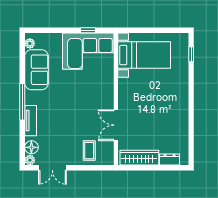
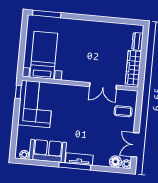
window: (88, 30) -> (18, 92), moved
window: (191, 54) -> (47, 14), width x2.17
tv unit: (31, 121) -> (79, 159), moved
double door: (52, 168) -> (135, 145), swing flipped

